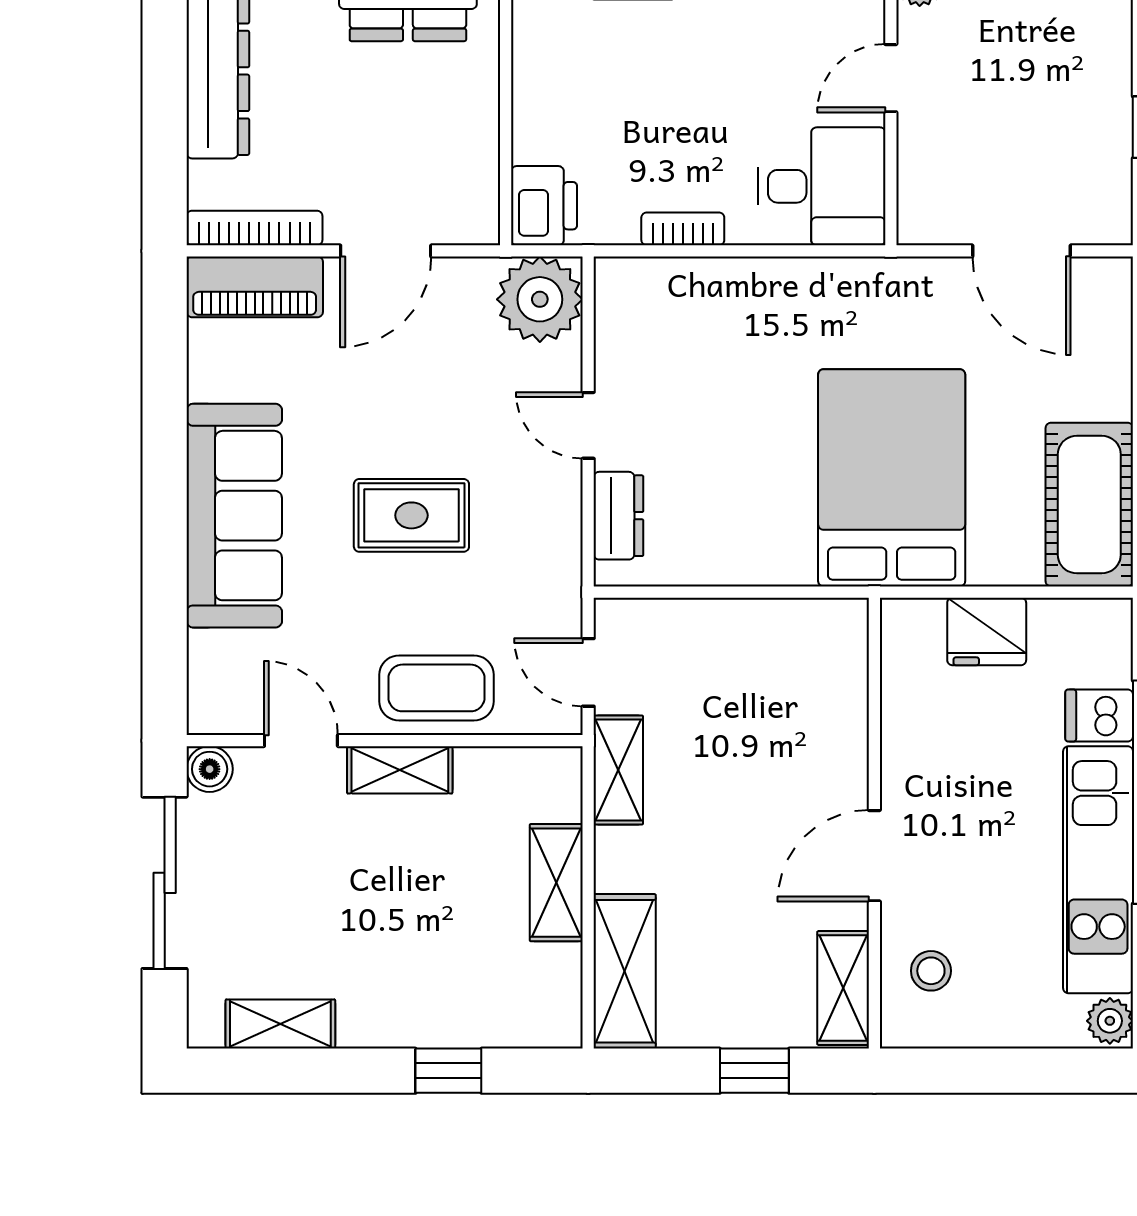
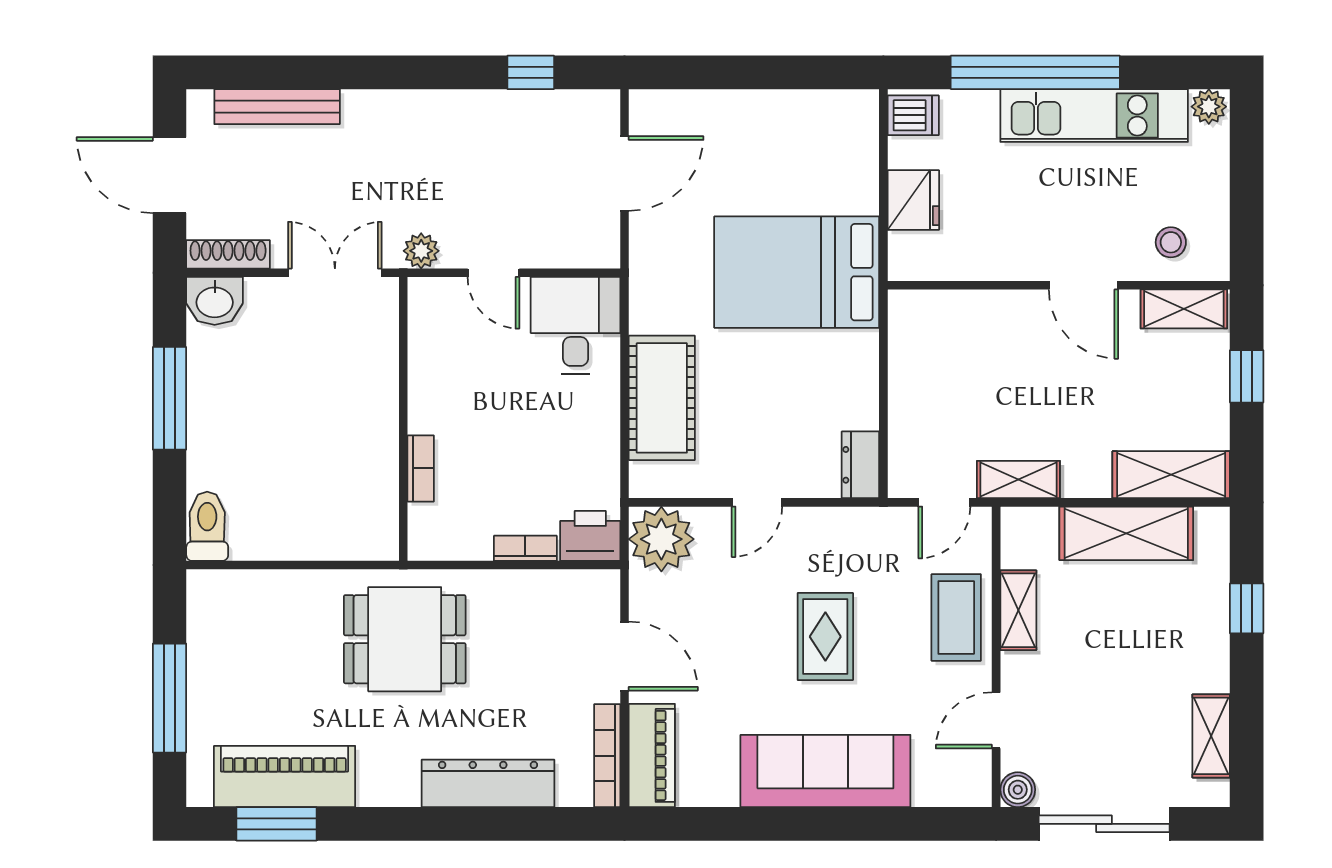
bookcase: (683, 229) -> (525, 548), moved, turned 90
cot: (1089, 505) -> (662, 398), moved, turned 90
dresser: (618, 516) -> (860, 465), moved, turned -90
dishwasher: (1099, 716) -> (913, 115), moved, turned -90
shelving: (400, 770) -> (1018, 610), moved
shelving: (556, 883) -> (1126, 533), width x1.50, depth x1.33

